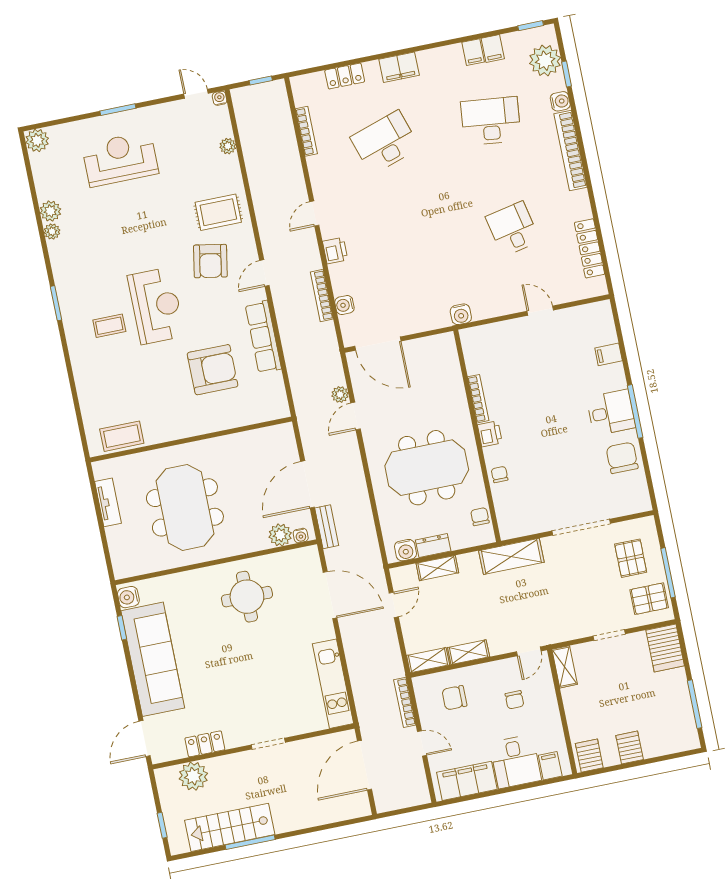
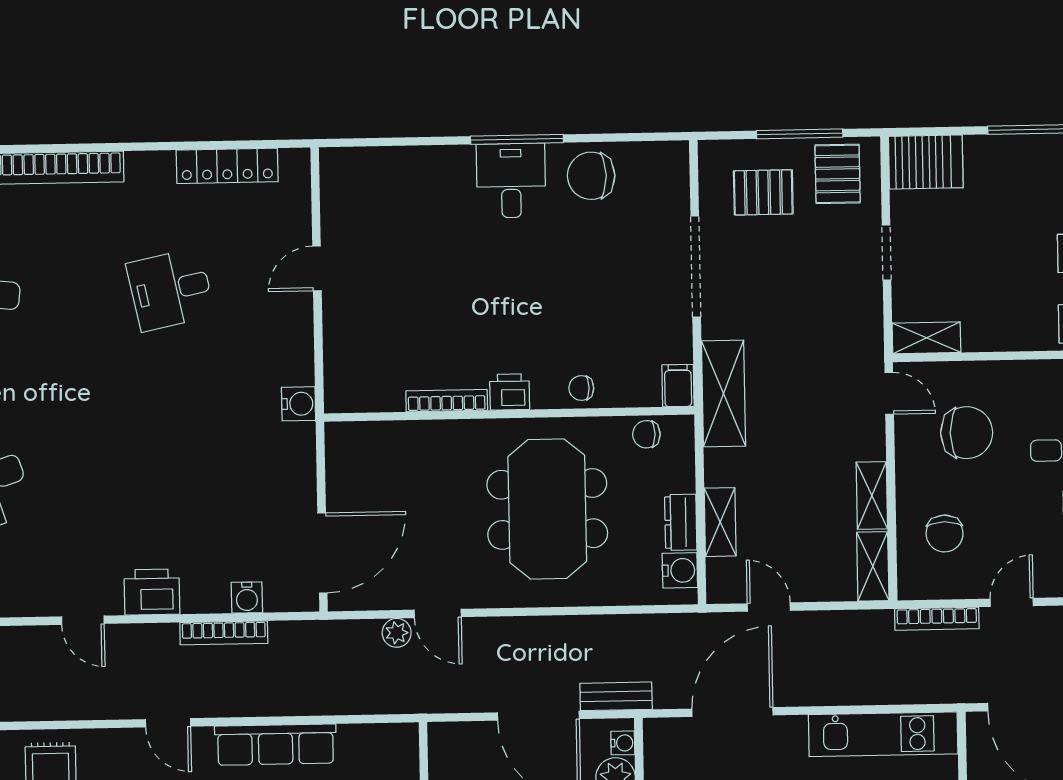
printer: (335, 251) -> (152, 592), width x1.36, depth x1.24
filing cabinet: (609, 354) -> (678, 386), moved, turned 180
chair: (514, 700) -> (967, 433), width x1.87, depth x1.87

